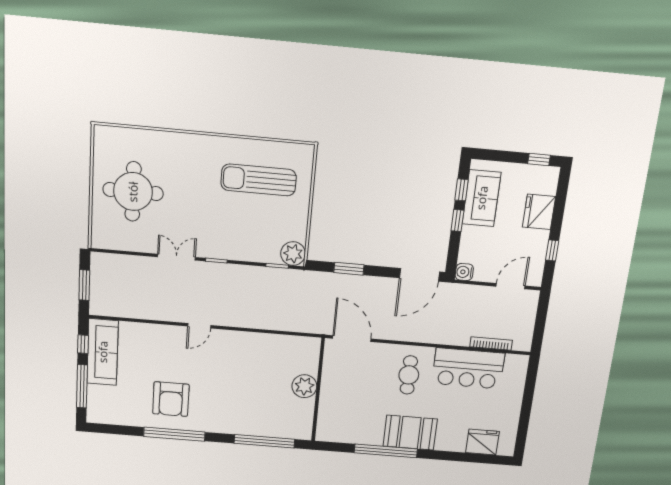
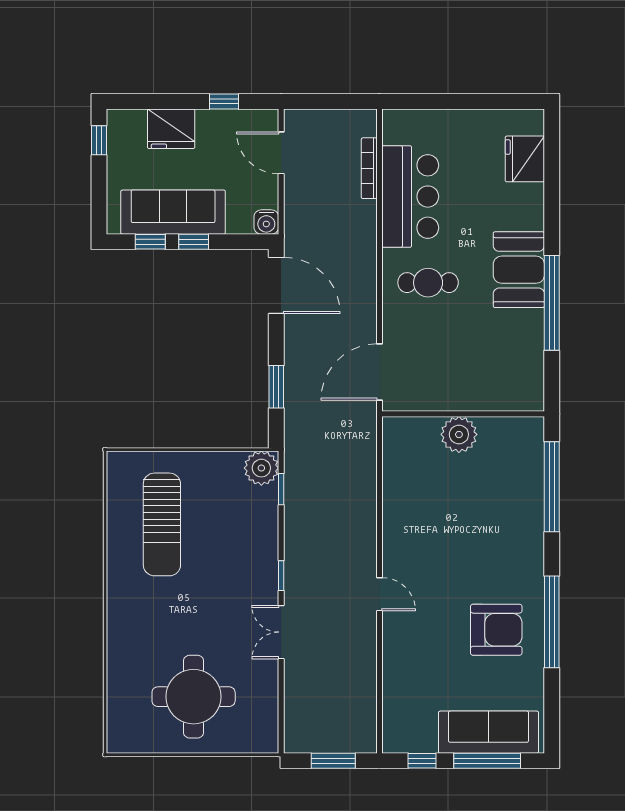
sofa: (482, 198) -> (173, 212), width x1.36
sofa: (103, 352) -> (489, 732), moved

